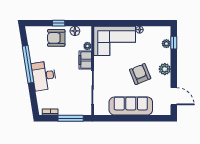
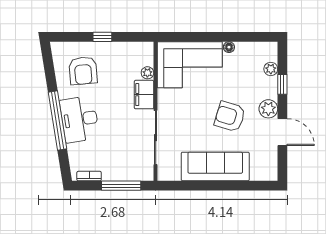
floor lamp: (75, 31) -> (128, 49), removed
armchair: (56, 38) -> (83, 71), moved, turned -95
window: (174, 43) -> (282, 84), moved
window: (28, 64) -> (57, 120), moved
armchair: (140, 74) -> (230, 117), turned -51
door: (174, 96) -> (282, 132), moved

